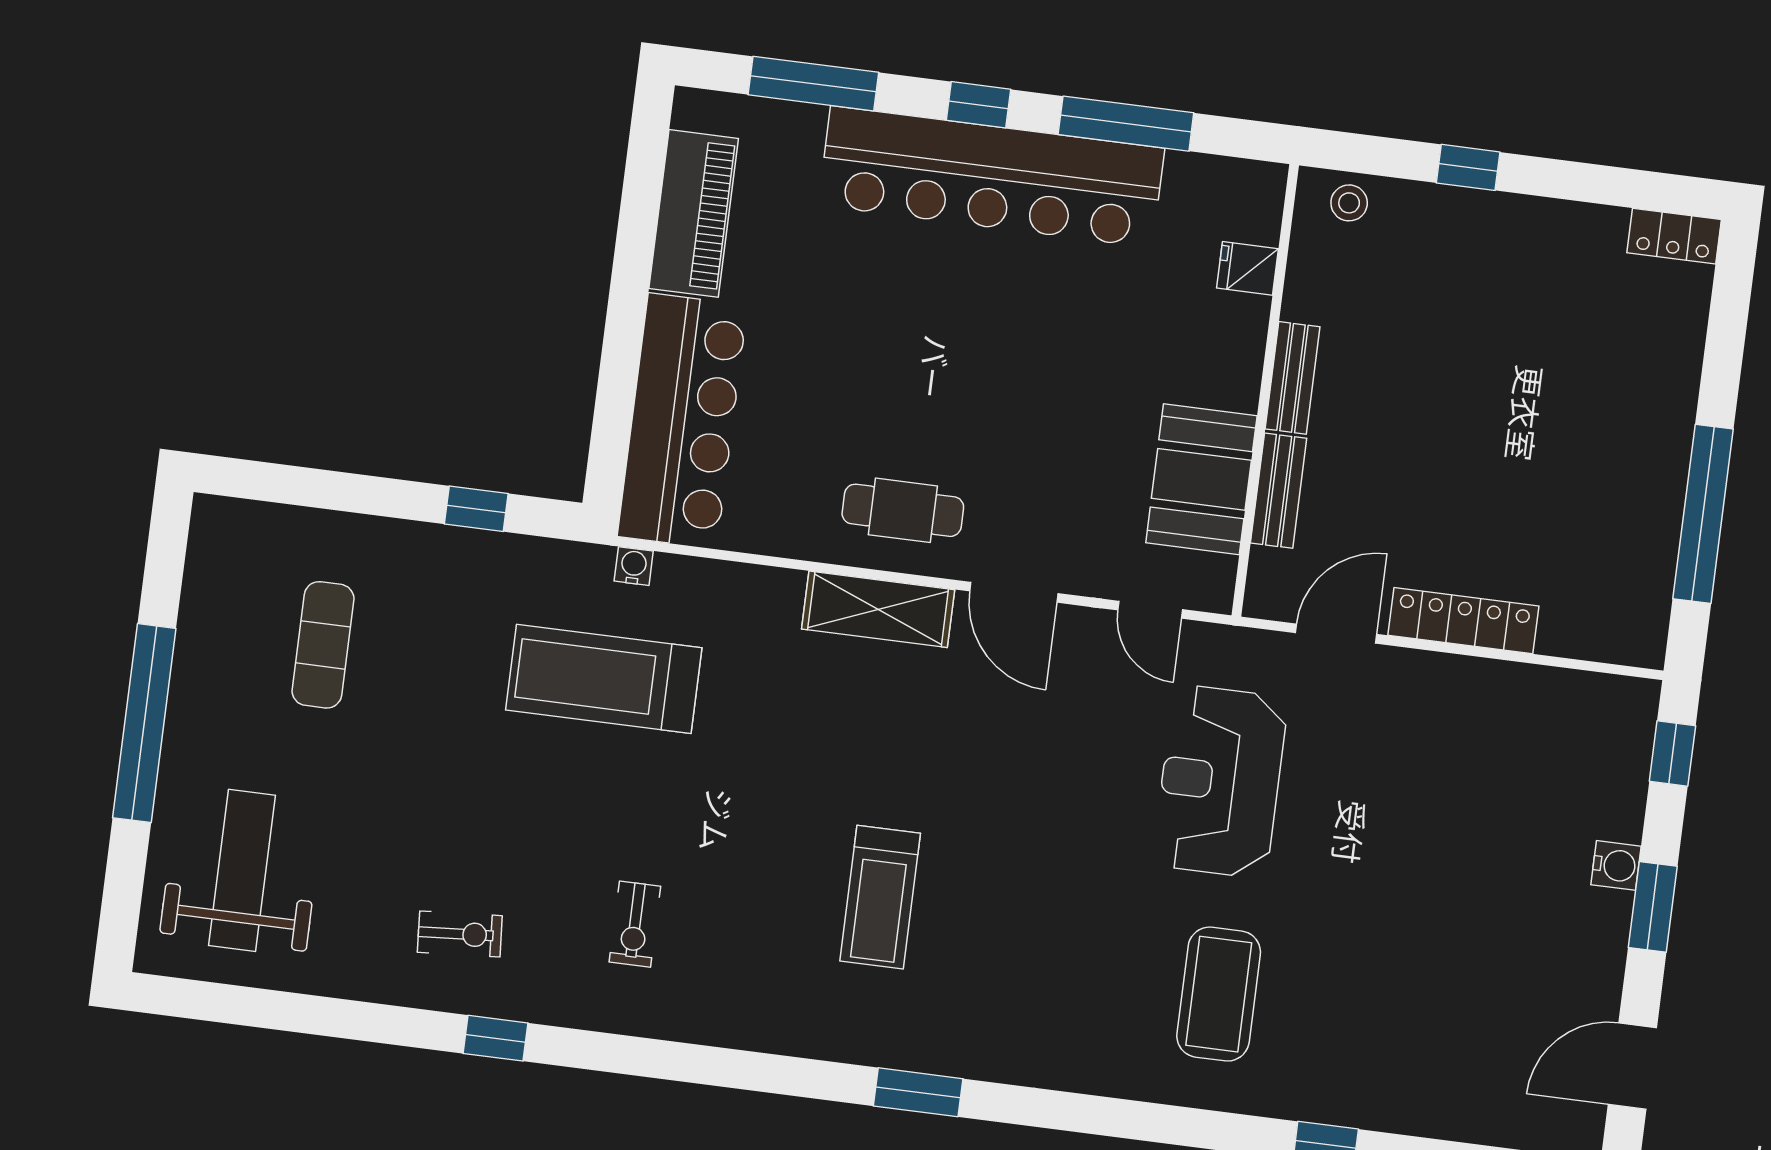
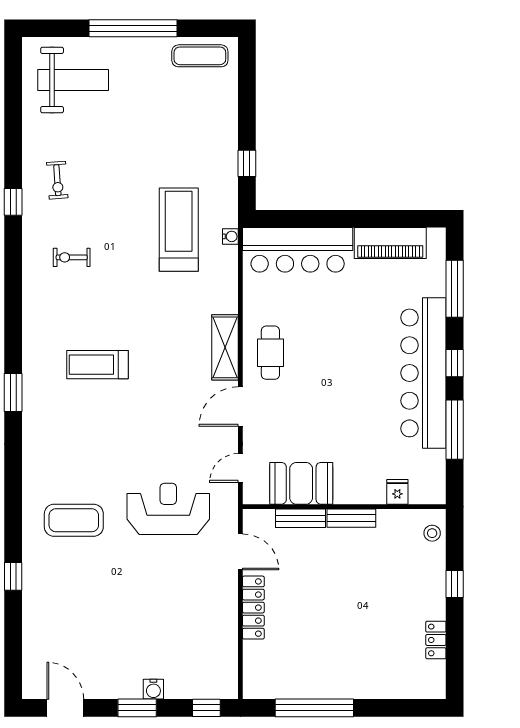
locker: (1674, 236) -> (436, 640), moved
exercise mat: (323, 645) -> (200, 56), moved

